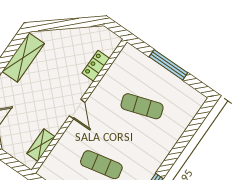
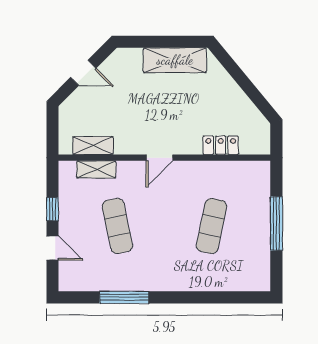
exercise mat: (142, 106) -> (212, 226), turned 30
shelving: (57, 153) -> (96, 169), added

